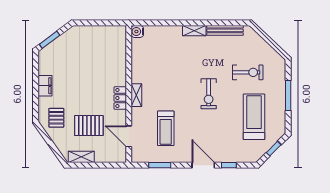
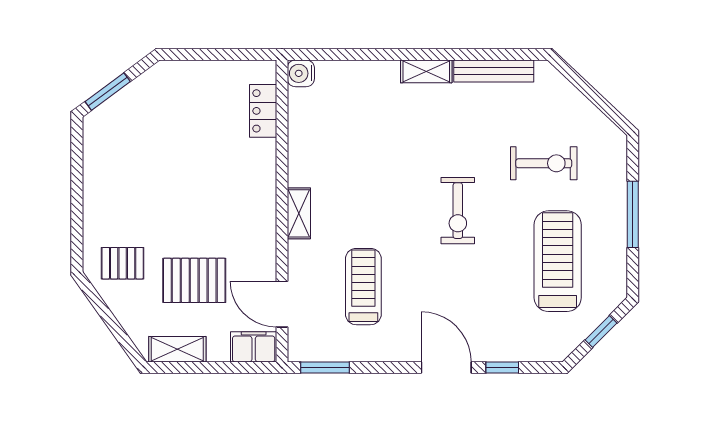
filing cabinet: (45, 86) -> (254, 347), moved, turned -90
locker: (120, 98) -> (263, 111), moved
pallet: (56, 118) -> (123, 263), turned 90
treadmill: (166, 128) -> (363, 287), turned 180
window: (160, 165) -> (325, 367), moved

